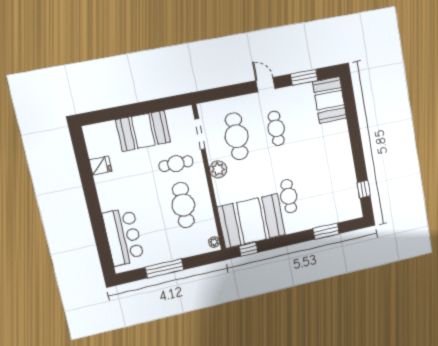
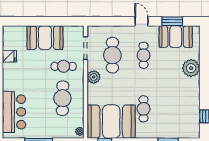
booth: (330, 100) -> (176, 37), moved, turned 90
plant: (338, 133) -> (191, 68), added

